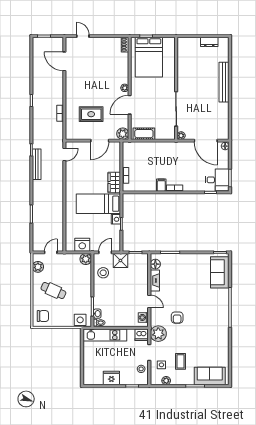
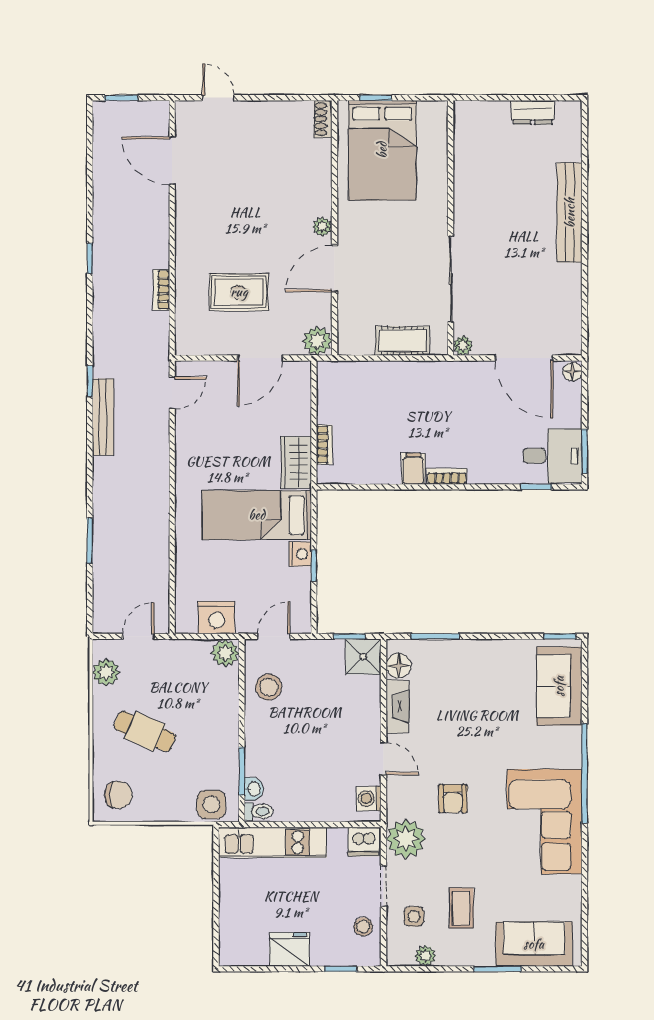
cot: (144, 134) -> (403, 341), moved
shower: (120, 261) -> (363, 657), moved
corner sofa: (214, 327) -> (545, 821), added

